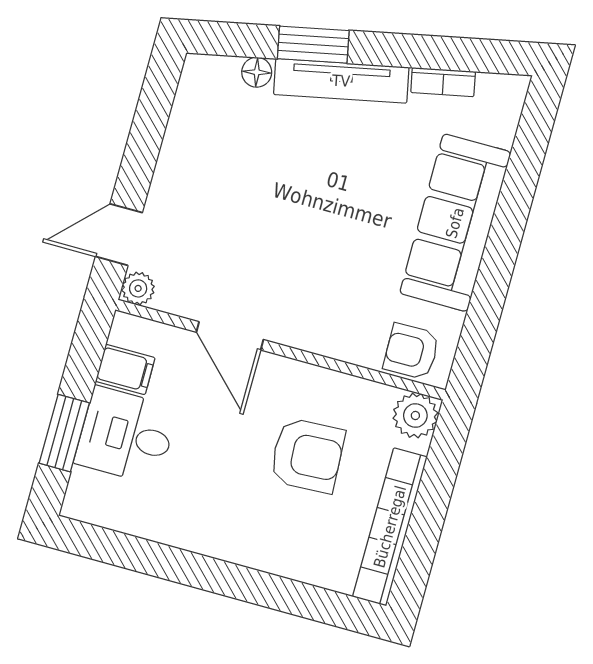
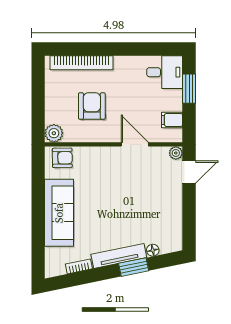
desk: (126, 435) -> (165, 72), moved
armchair: (307, 455) -> (92, 106), turned 93
bookcase: (390, 527) -> (81, 63), moved, turned 90

